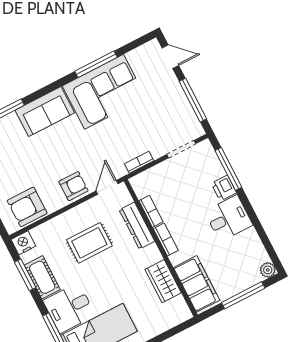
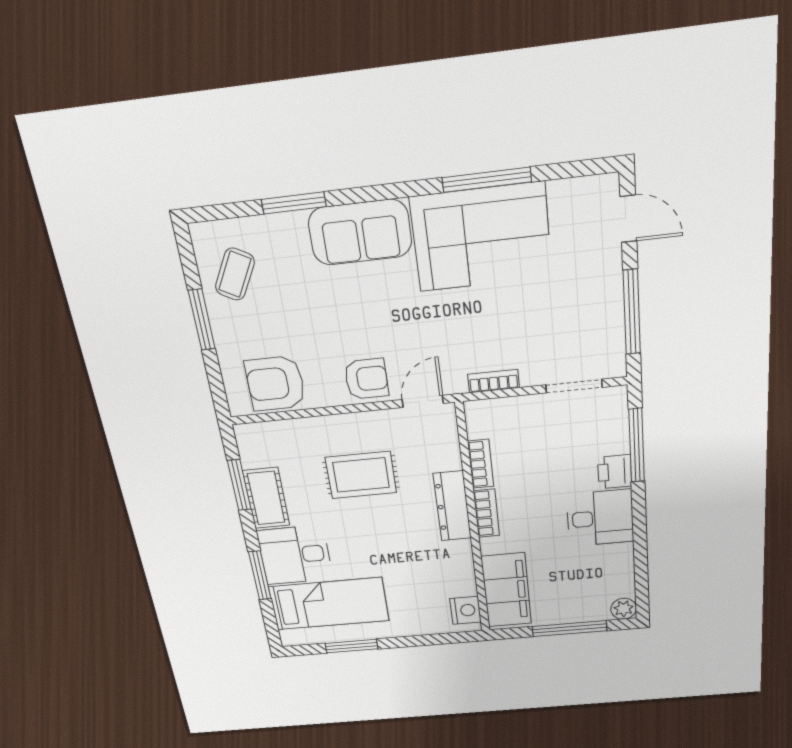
dresser: (137, 226) -> (452, 506), moved
nightstand: (23, 243) -> (465, 610), moved, turned 90
wardrobe: (163, 281) -> (457, 569), removed

